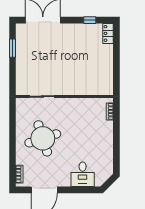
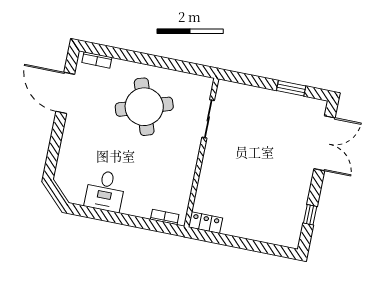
locker: (108, 33) -> (205, 223), moved
desk: (83, 174) -> (105, 191), moved, turned -90

